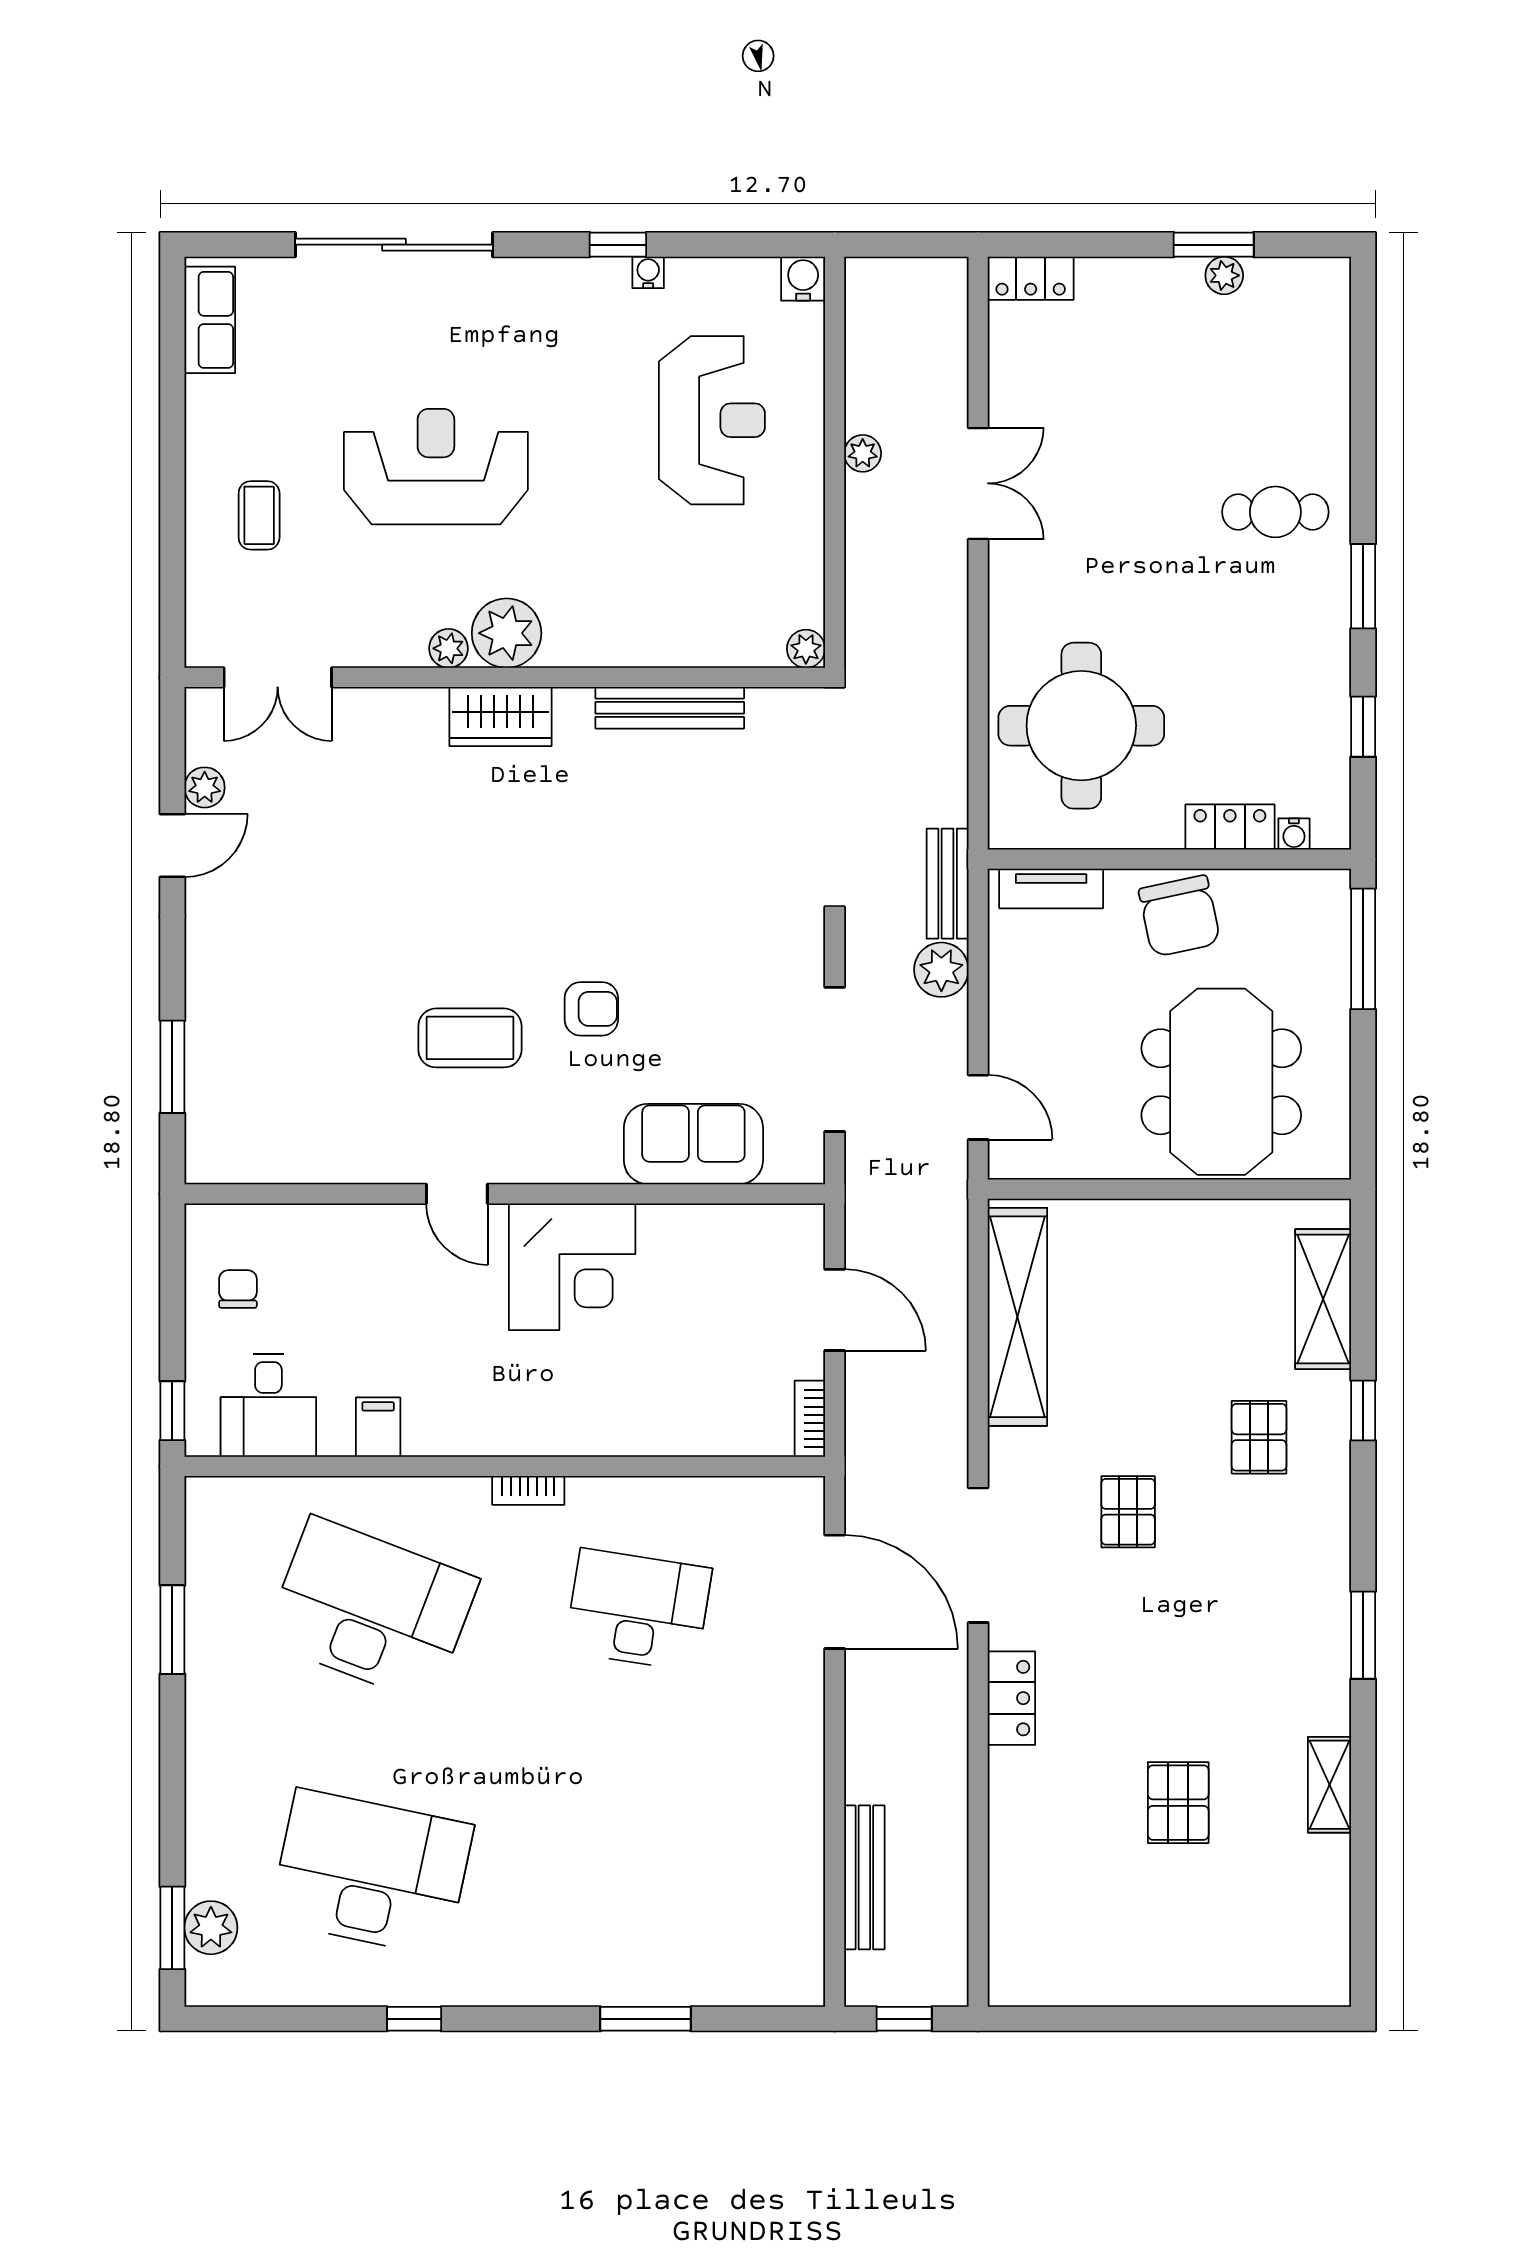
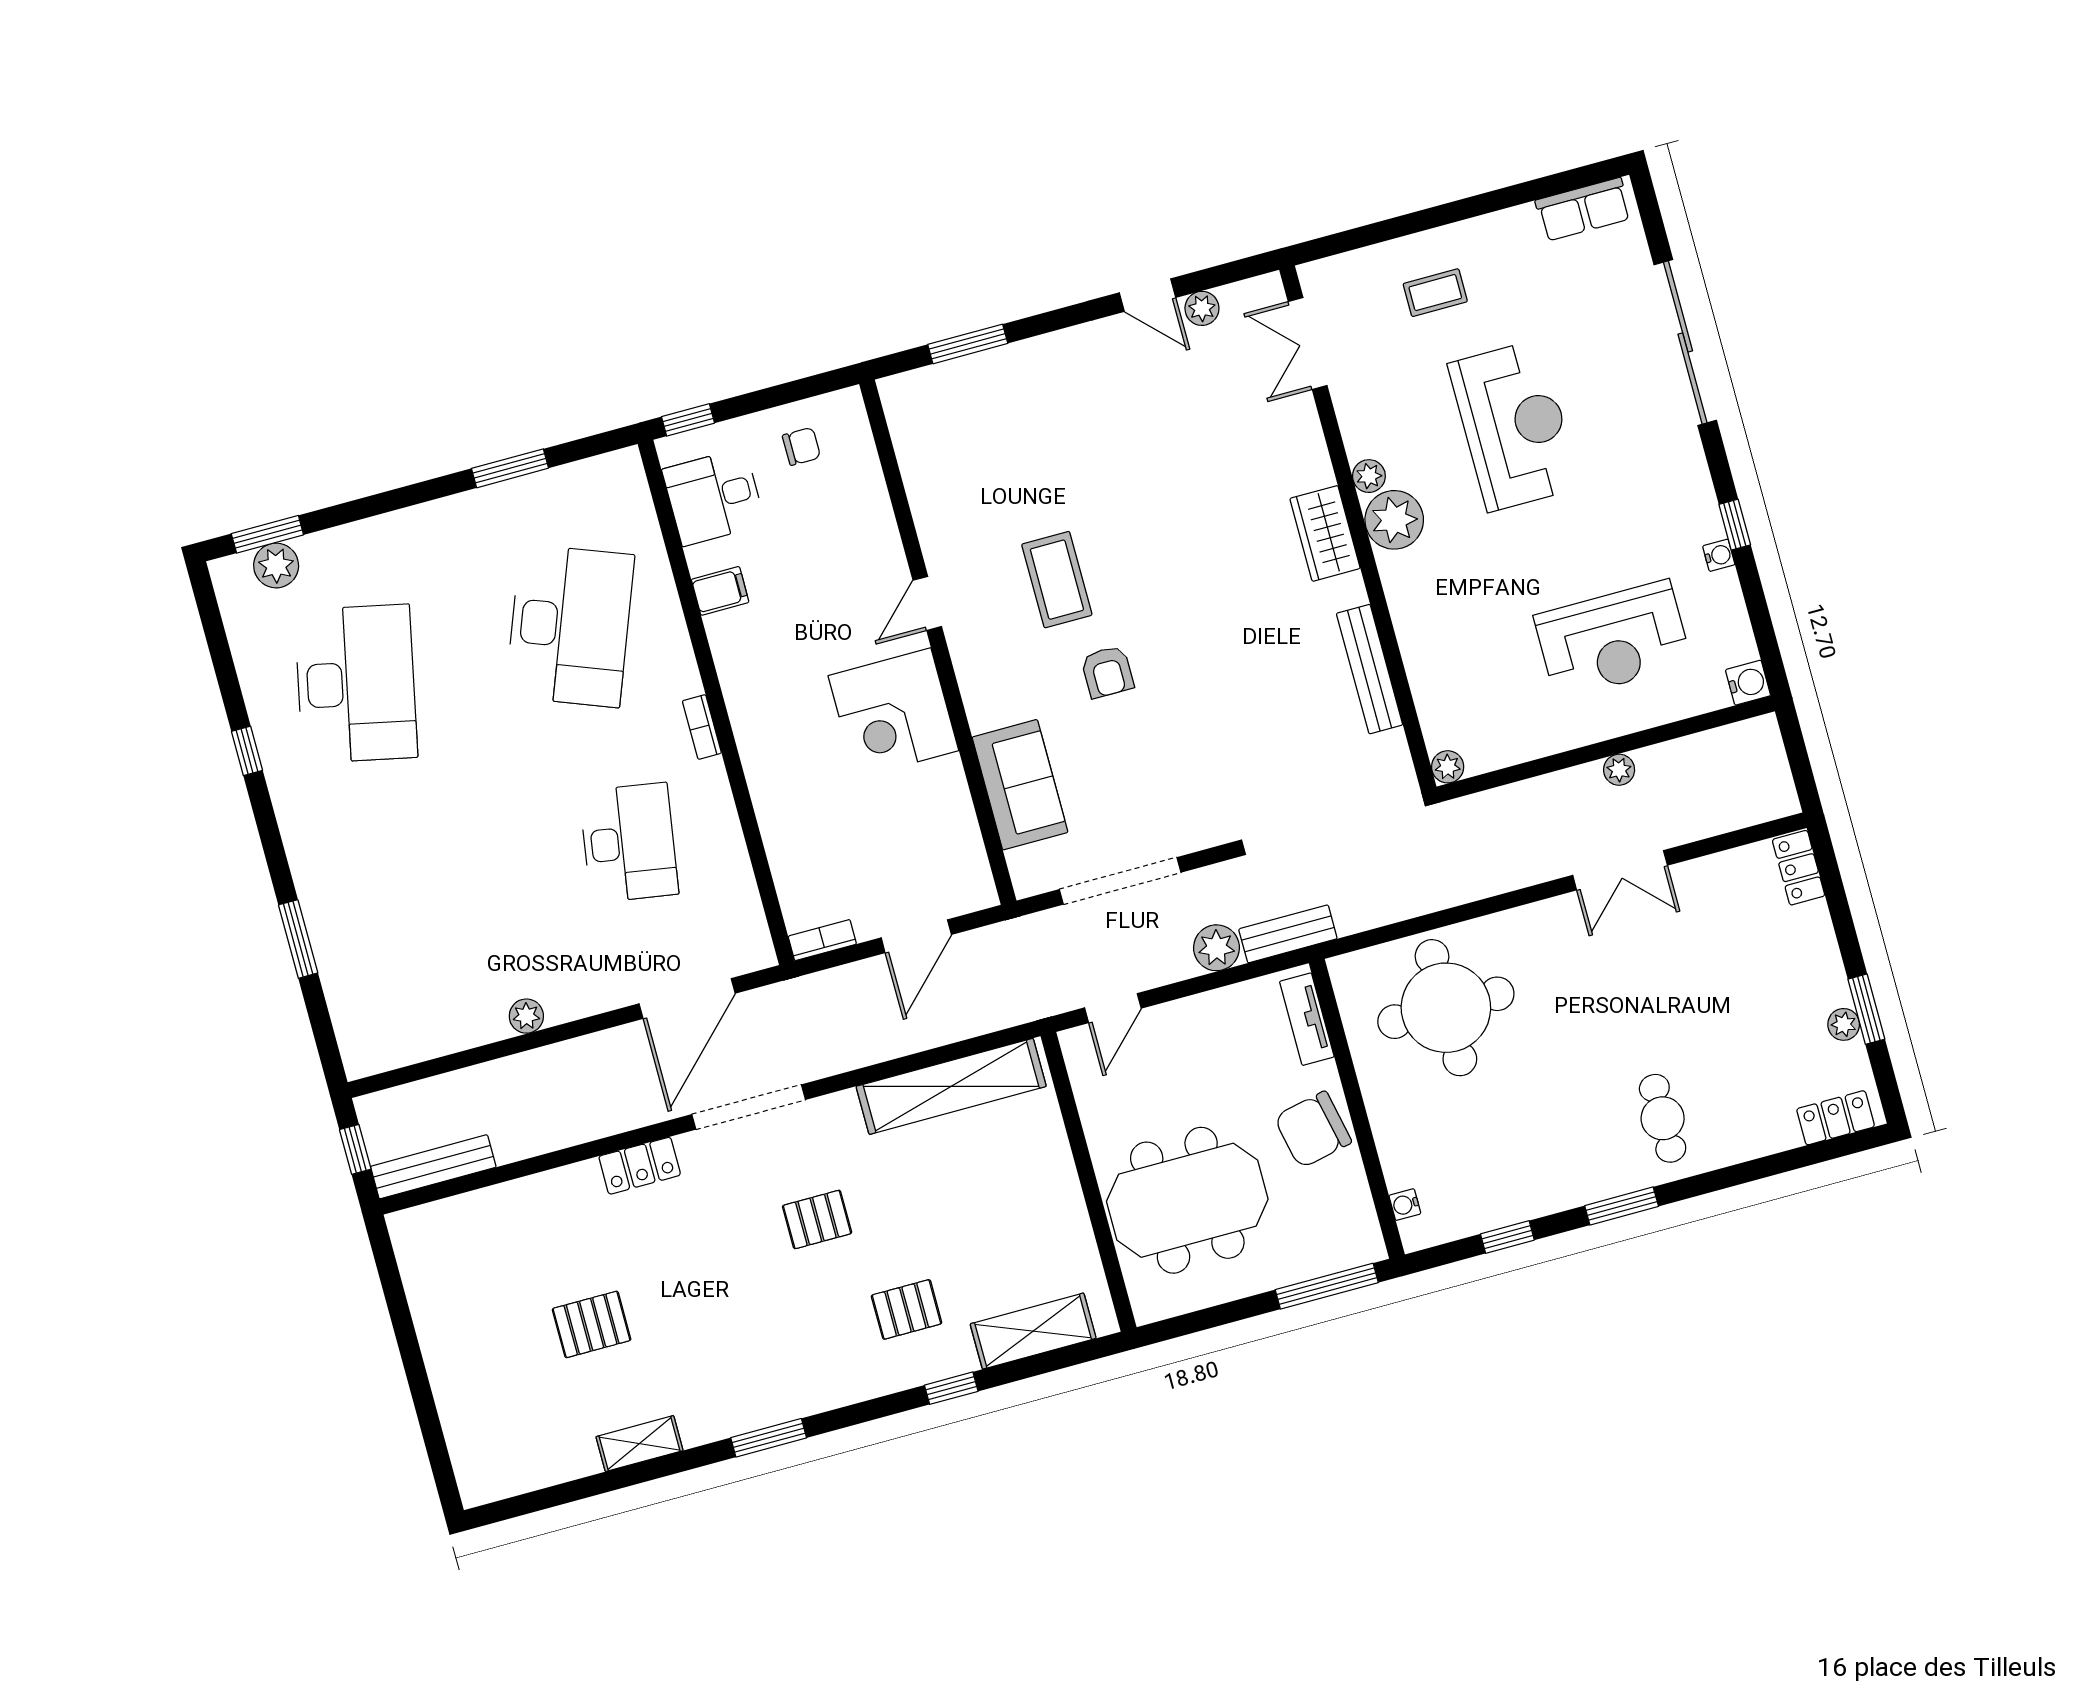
locker: (1230, 827) -> (1836, 1118), moved, turned -90
plant: (805, 1781) -> (526, 1016), added
bench: (864, 1877) -> (433, 1167), moved

